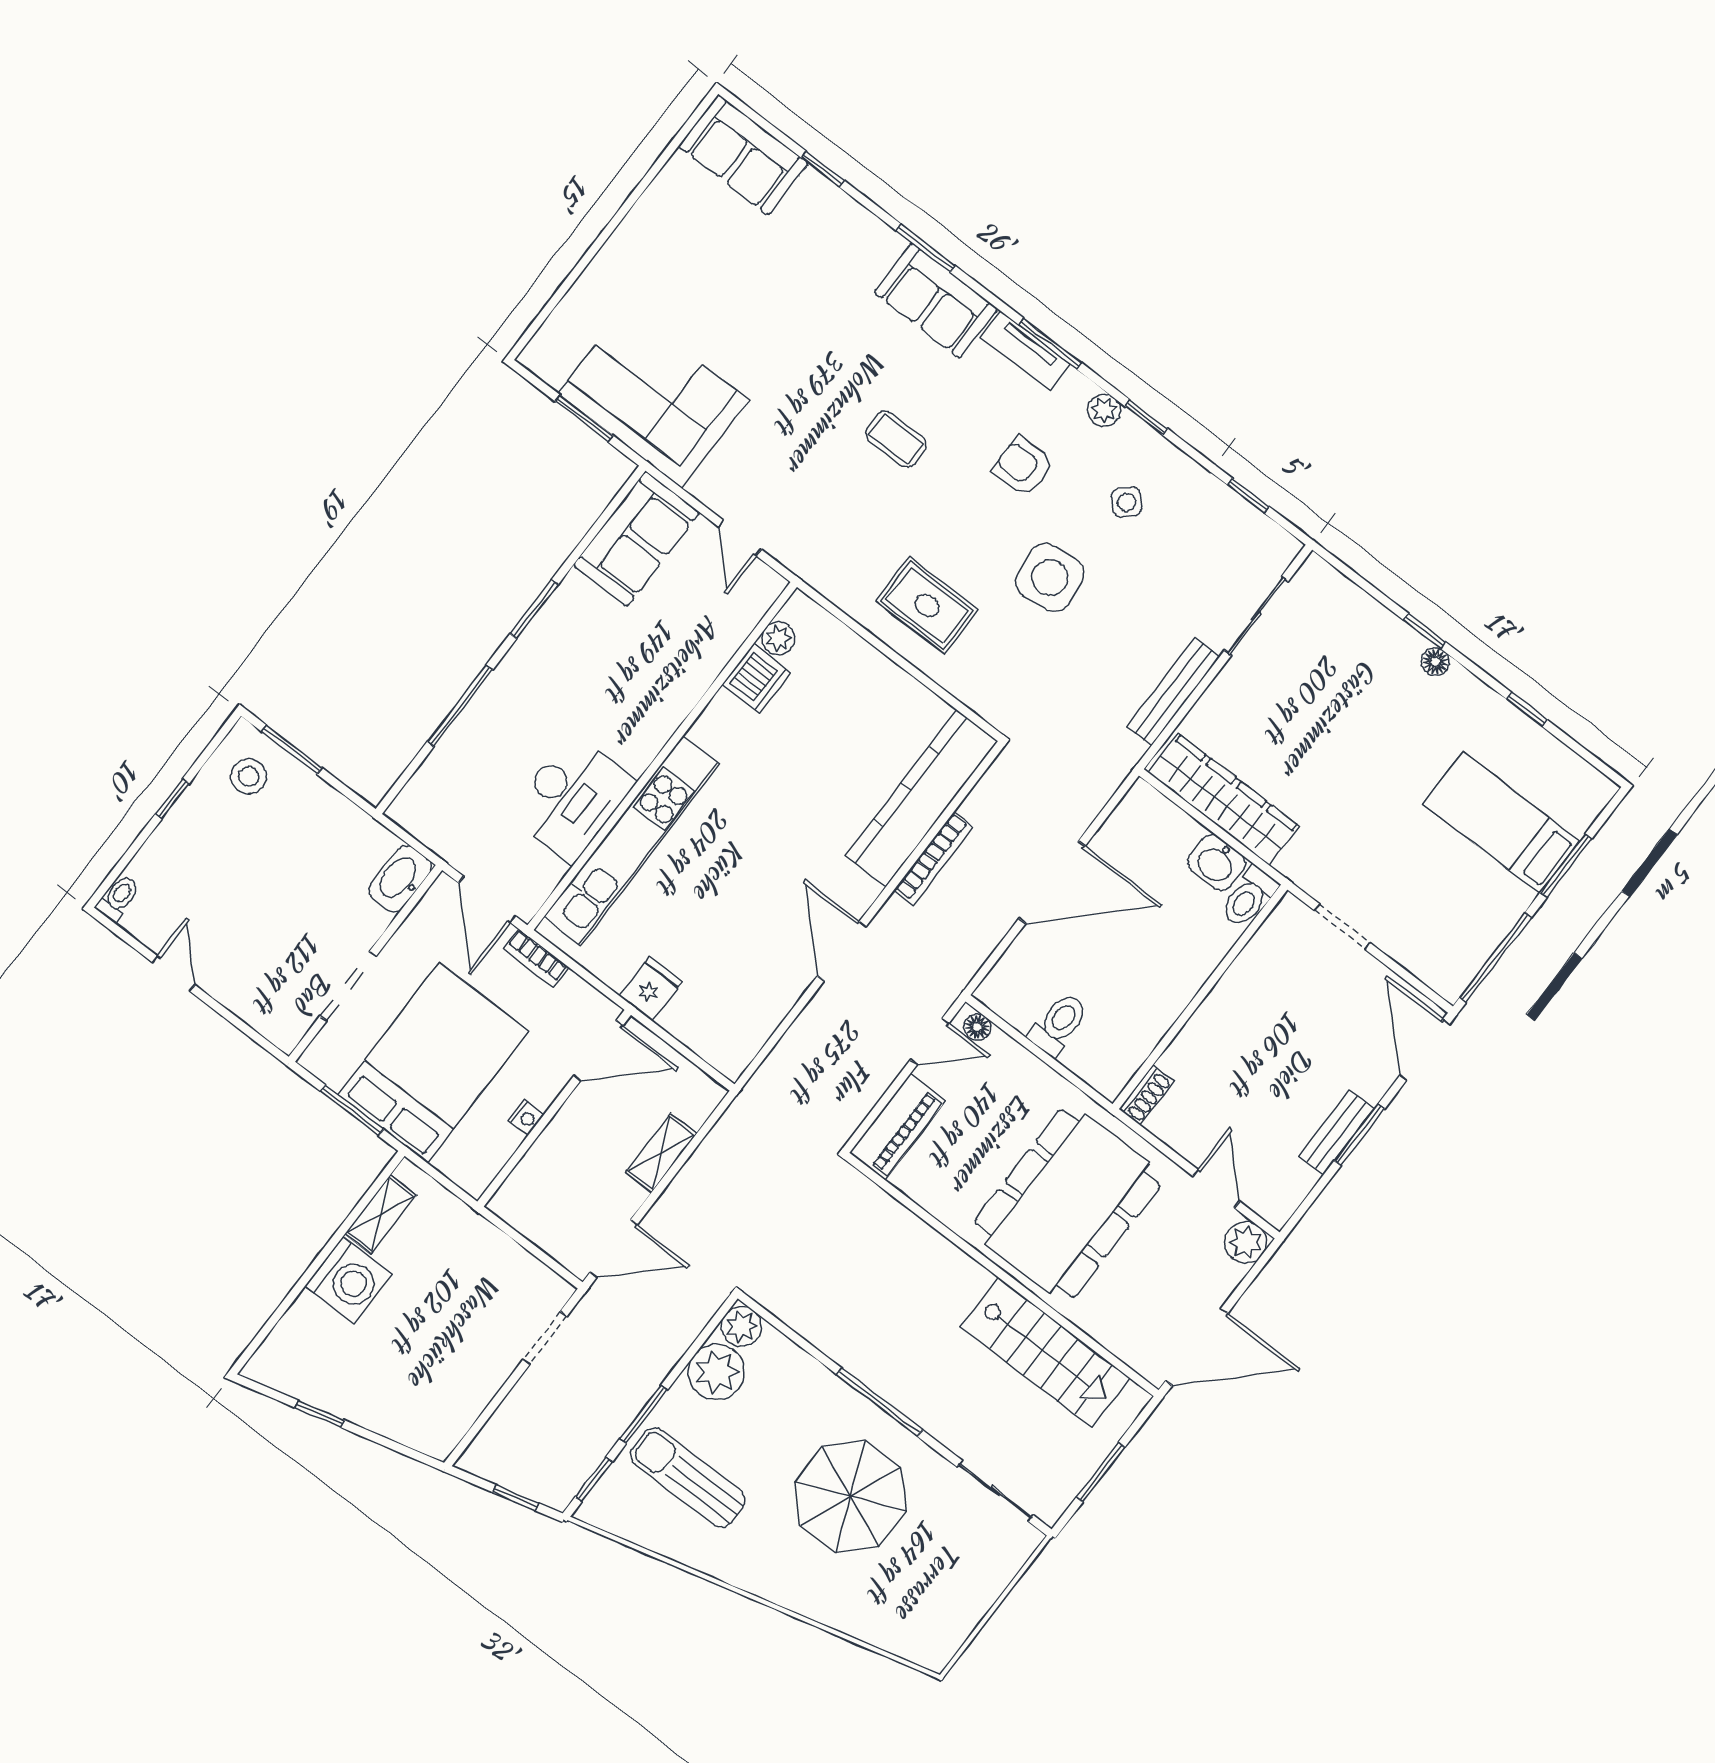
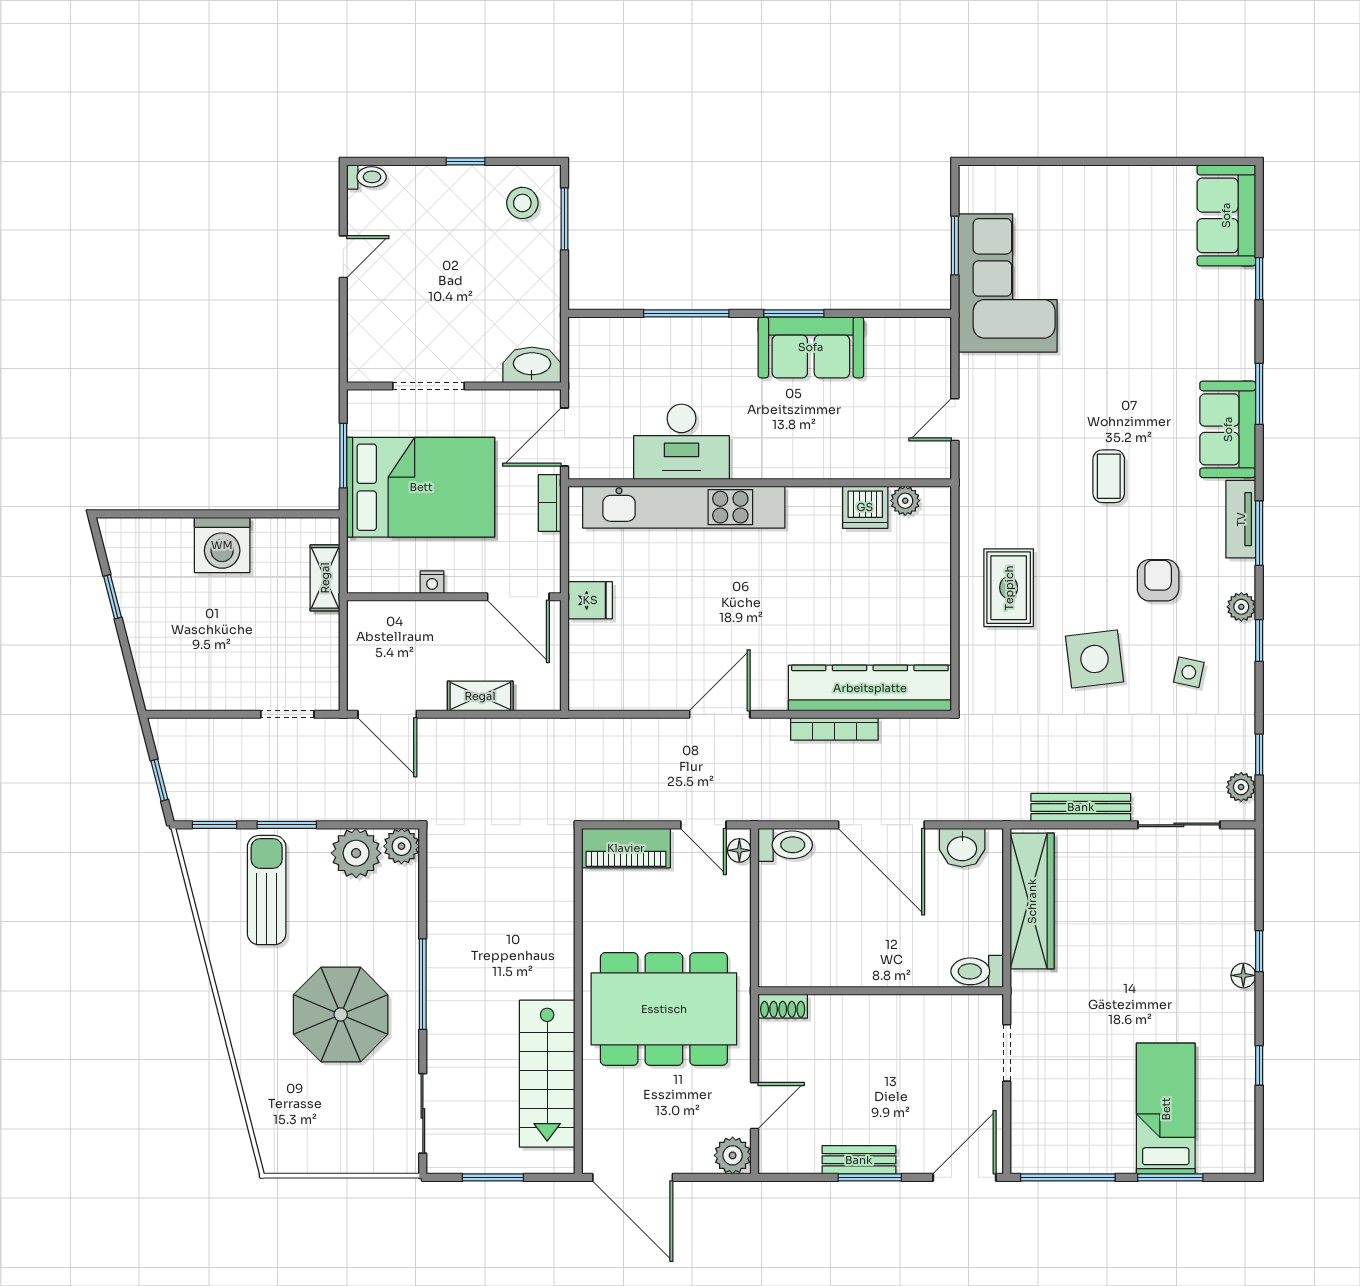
side table: (1127, 502) -> (1189, 672), turned -32
plant: (1265, 534) -> (1241, 787), added
sofa: (636, 539) -> (811, 347), moved
washbasin: (1216, 862) -> (962, 848), moved, turned -90
toilet: (1059, 1024) -> (785, 845), moved
shelving: (381, 1215) -> (325, 578), moved, turned 90

